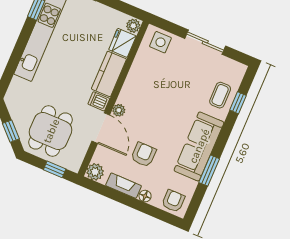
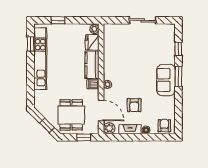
side table: (160, 42) -> (115, 32), removed
coffee table: (220, 95) -> (165, 49), removed
door: (101, 128) -> (101, 110), moved
sofa: (199, 146) -> (166, 80), width x0.73
armchair: (144, 155) -> (134, 105), turned 180
window: (209, 171) -> (178, 77), moved

